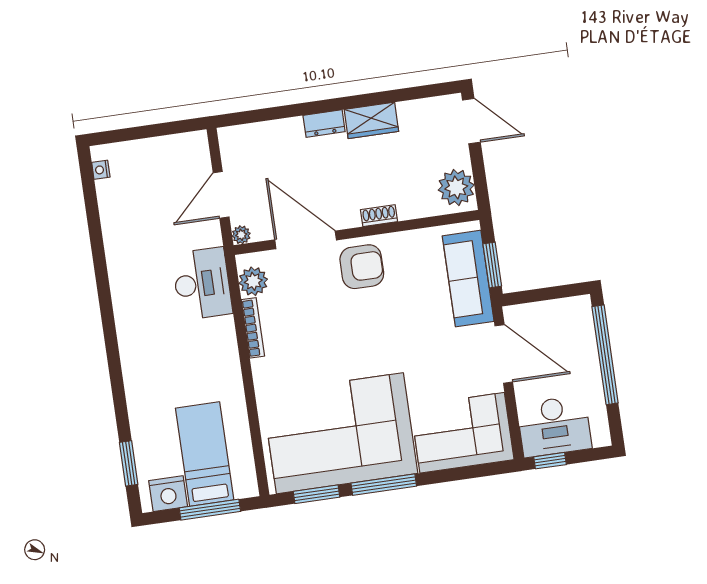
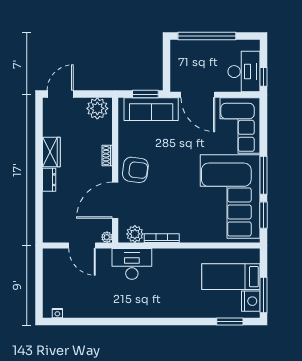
armchair: (362, 267) -> (135, 170), turned 97
door: (504, 354) -> (198, 95), swing flipped
window: (210, 510) -> (264, 295), moved

